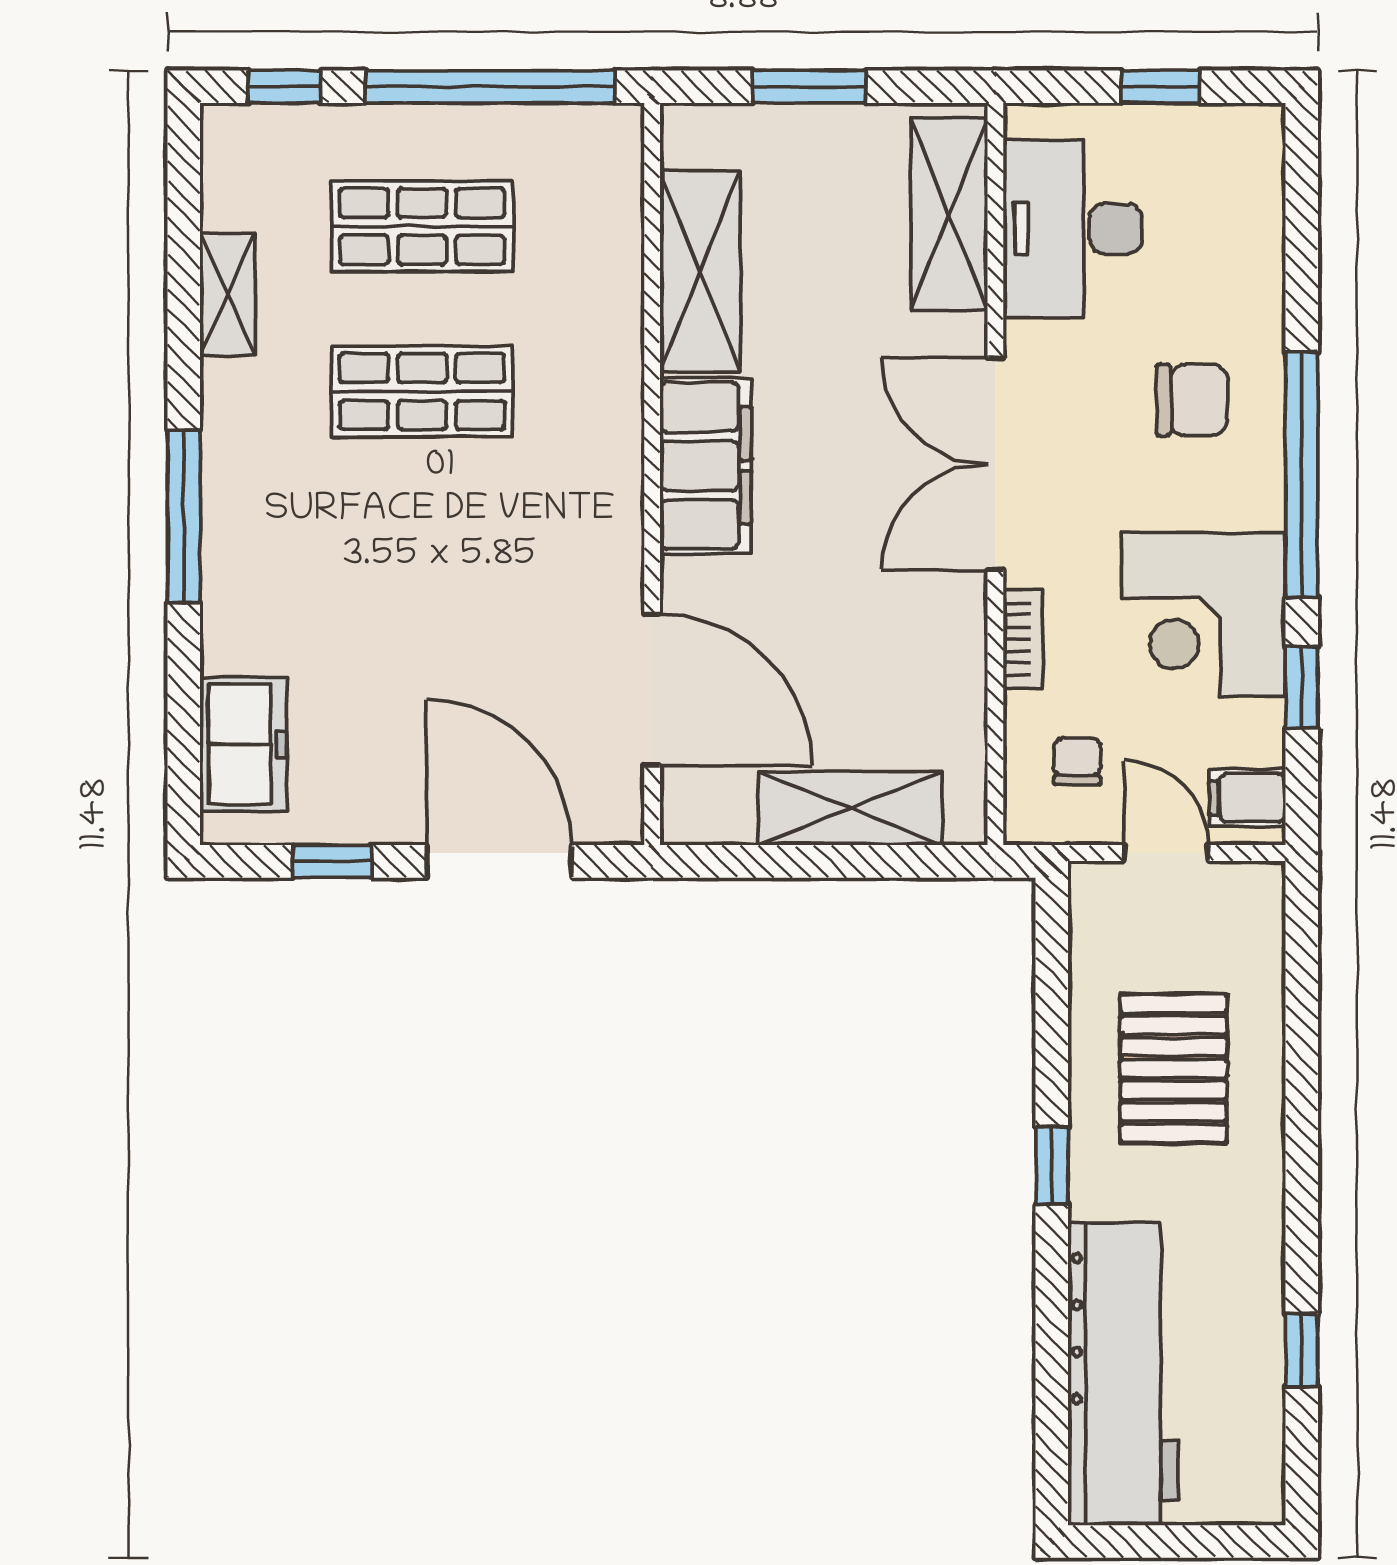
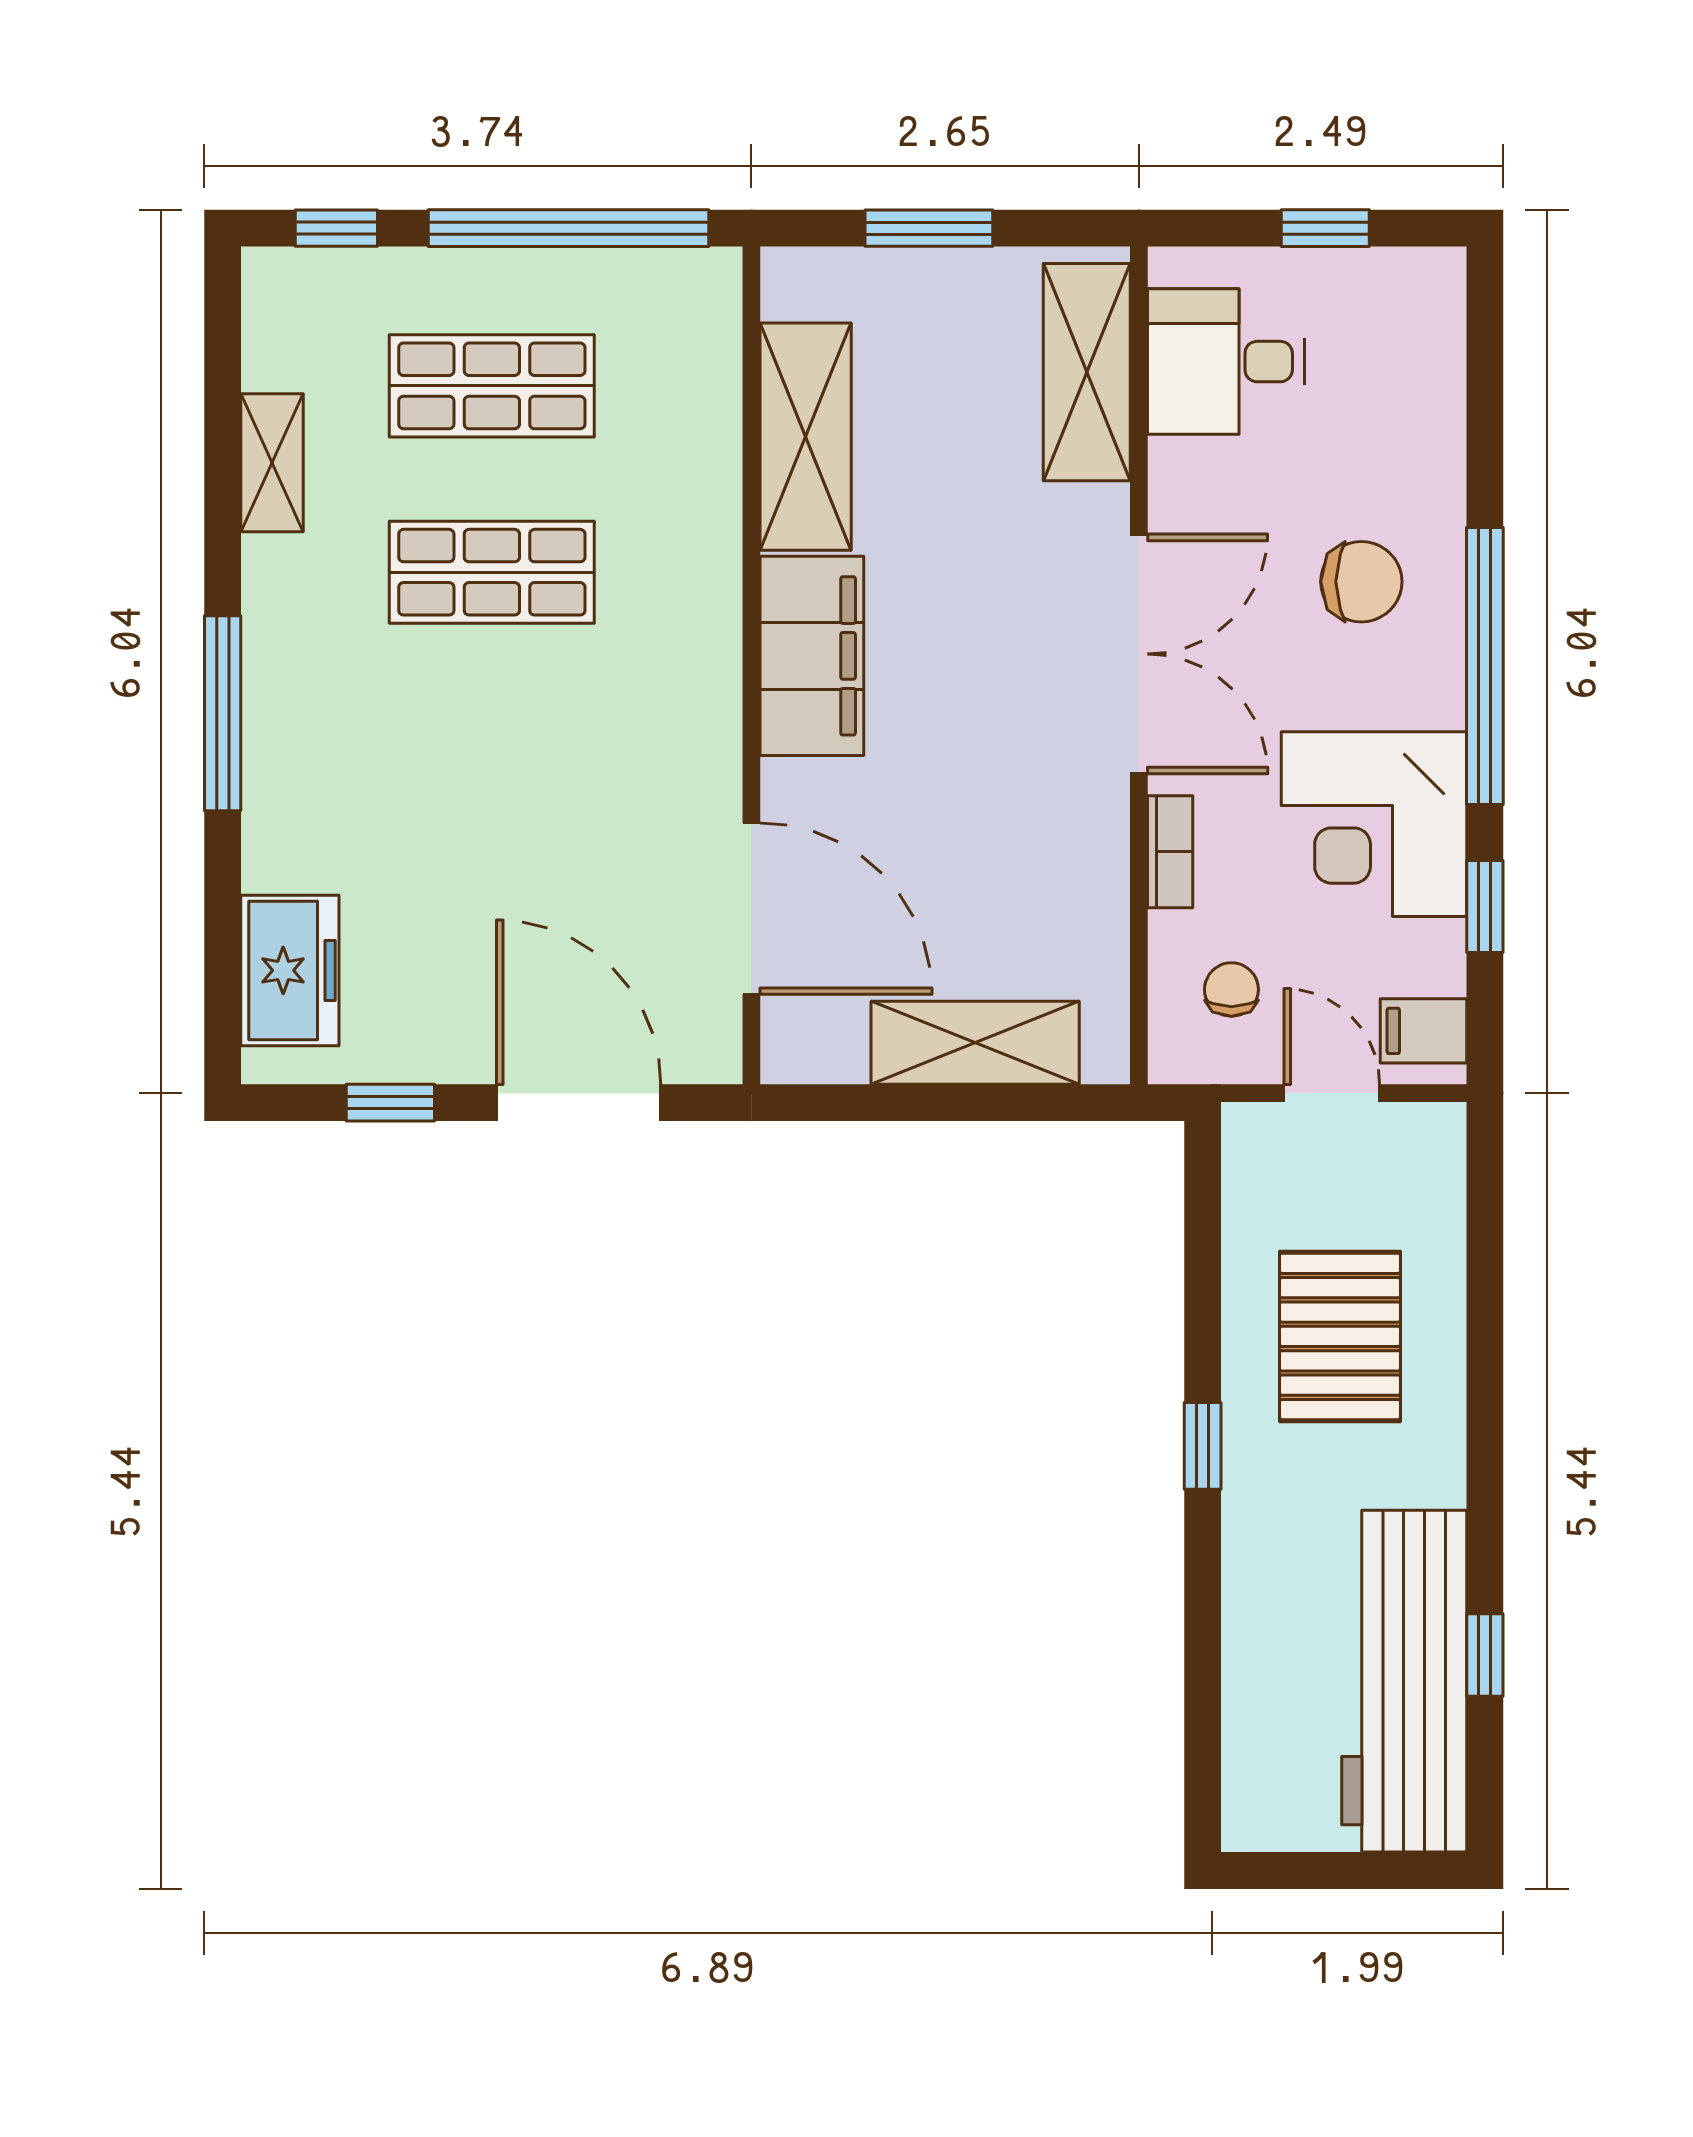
desk: (1073, 229) -> (1226, 362), width x0.73
double door: (995, 464) -> (1139, 654), swing flipped
workbench: (1123, 1374) -> (1404, 1681), moved, turned 180

